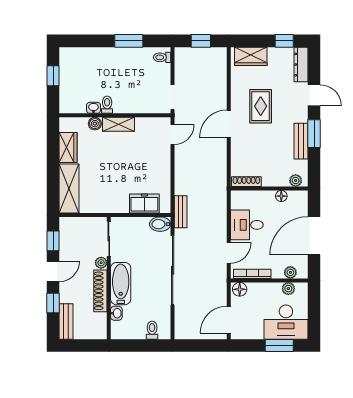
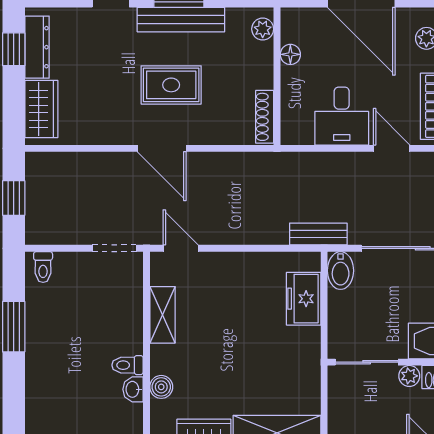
dresser: (301, 65) -> (37, 47), moved, turned -90
rug: (261, 106) -> (171, 85), moved
shelving: (118, 124) -> (162, 315), moved
bench: (301, 141) -> (181, 20), width x1.36

